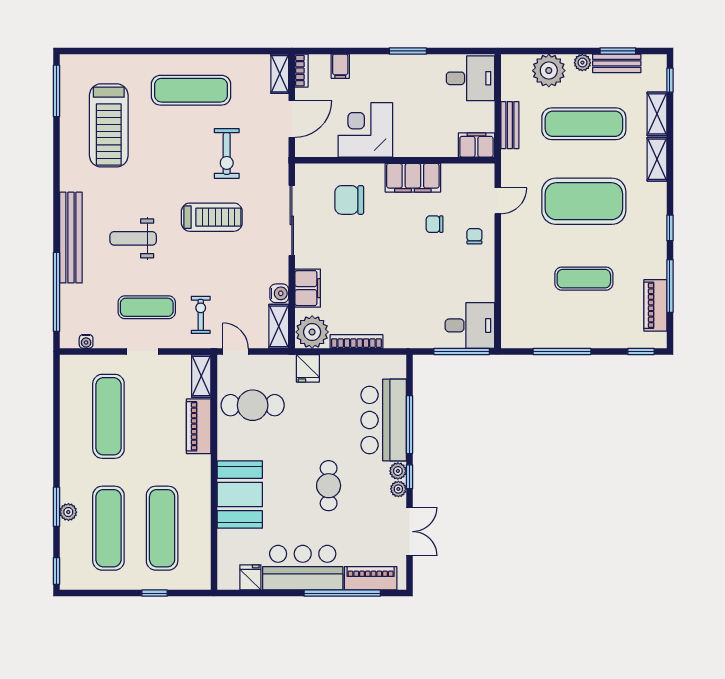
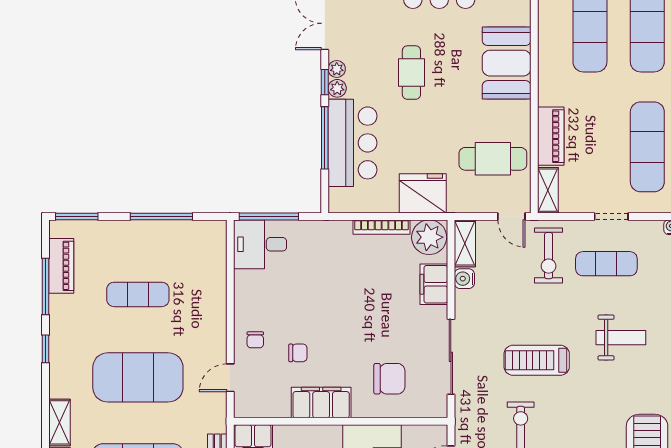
exercise bike: (201, 315) -> (549, 256), width x1.38, depth x1.39
window: (641, 351) -> (77, 216), width x1.50
fridge: (308, 368) -> (423, 193), width x1.88, depth x1.34

